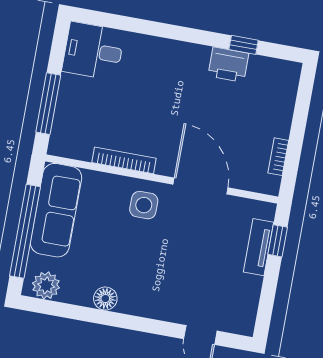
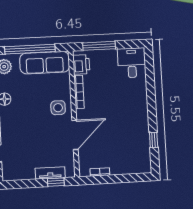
printer: (228, 65) -> (81, 64), moved, turned 180

